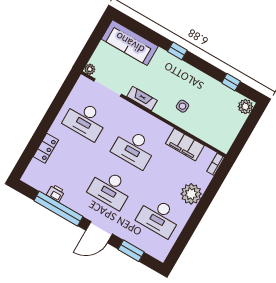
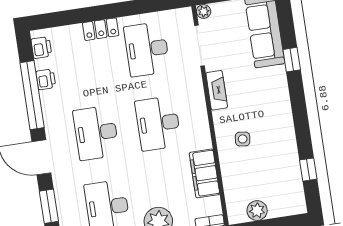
window: (177, 51) -> (292, 60), moved
plant: (245, 107) -> (257, 211), moved
locker: (46, 148) -> (101, 29), moved
printer: (35, 181) -> (41, 48), added

